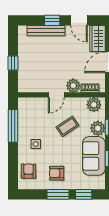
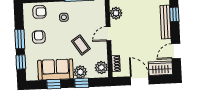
window: (52, 20) -> (174, 14), moved
plant: (73, 86) -> (116, 13), moved
door: (56, 95) -> (108, 34), hinge flipped

